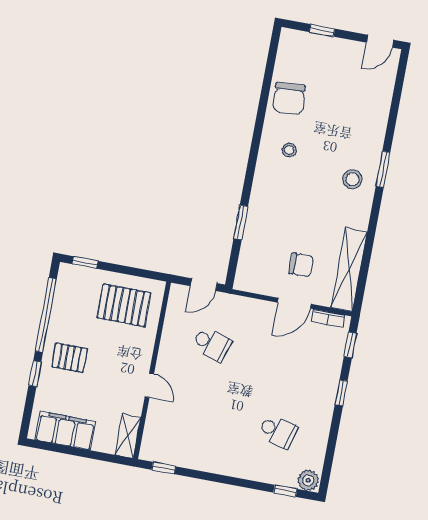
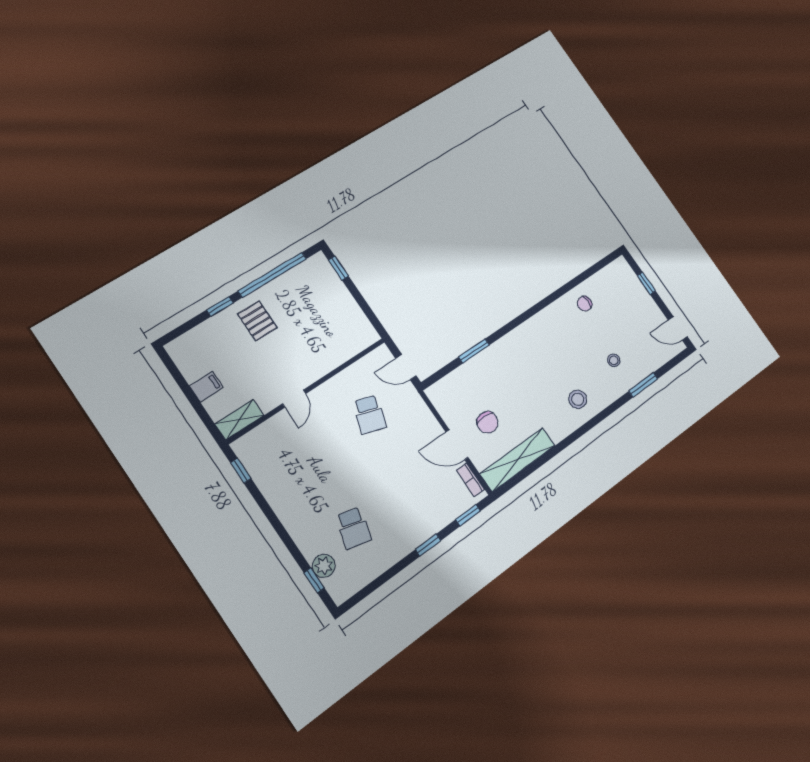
chair: (289, 99) -> (585, 304), width x0.54, depth x0.54
stool: (289, 150) -> (614, 360), moved
window: (383, 169) -> (643, 385), moved
pallet: (124, 305) -> (335, 324), removed
filing cabinet: (65, 431) -> (206, 387), width x0.33, depth x0.86
plant: (308, 480) -> (324, 566), moved

